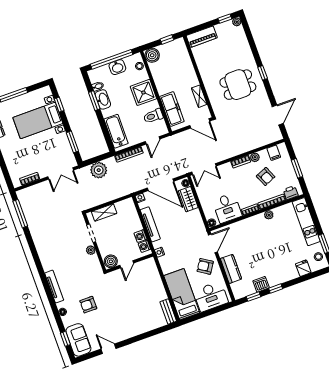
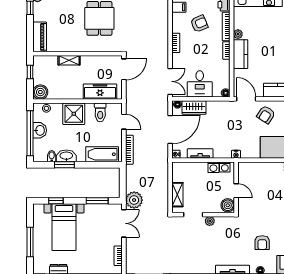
shelving: (199, 96) -> (69, 60), moved
plant: (255, 157) -> (177, 27), removed
plant: (99, 170) -> (134, 200), moved
desk: (227, 208) -> (200, 84), moved, turned 90
tv unit: (150, 224) -> (200, 154), width x0.71
kitchen counter: (252, 224) -> (240, 54), added

